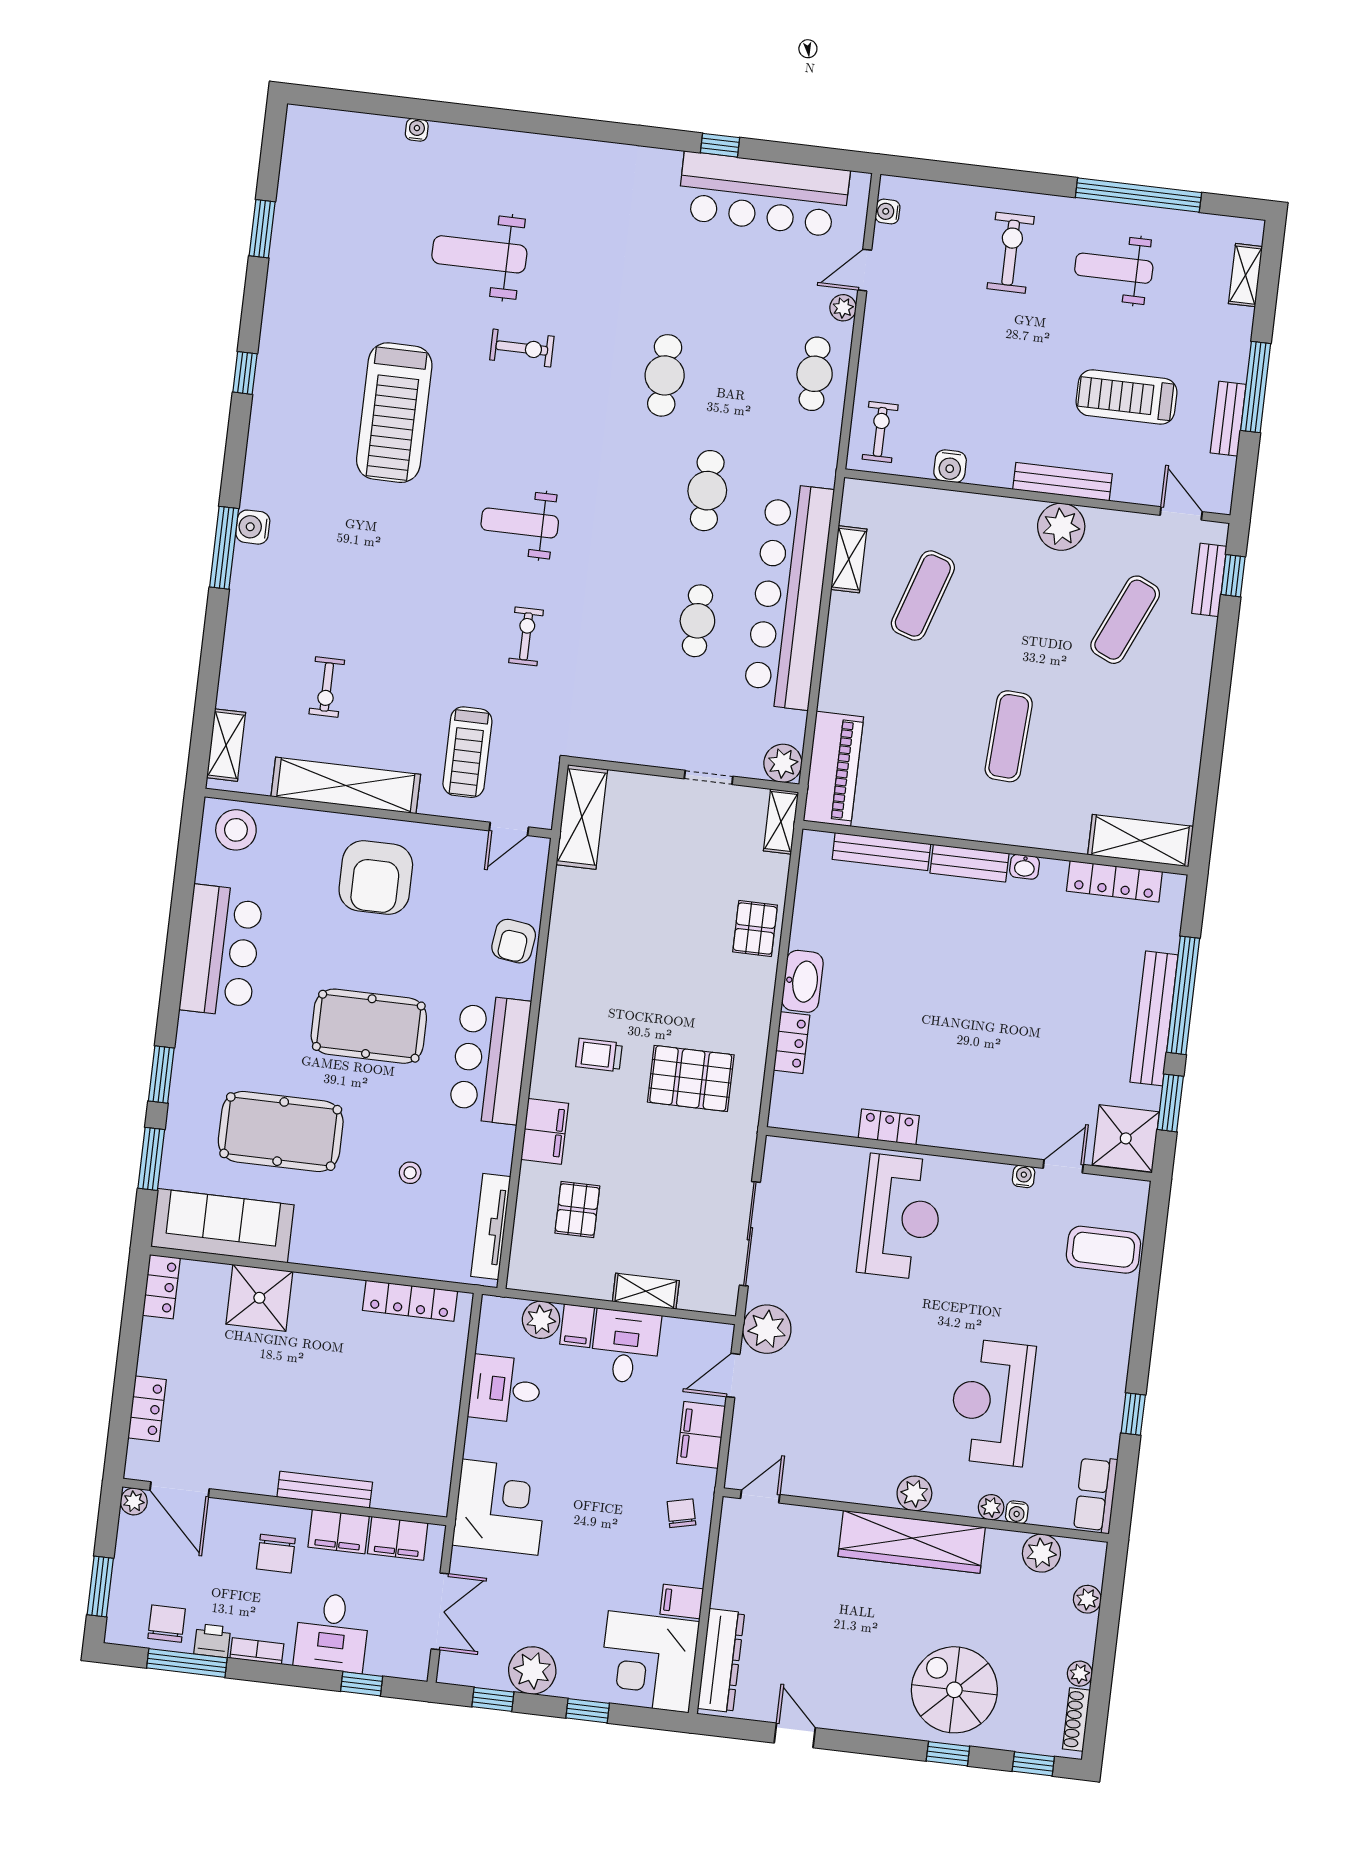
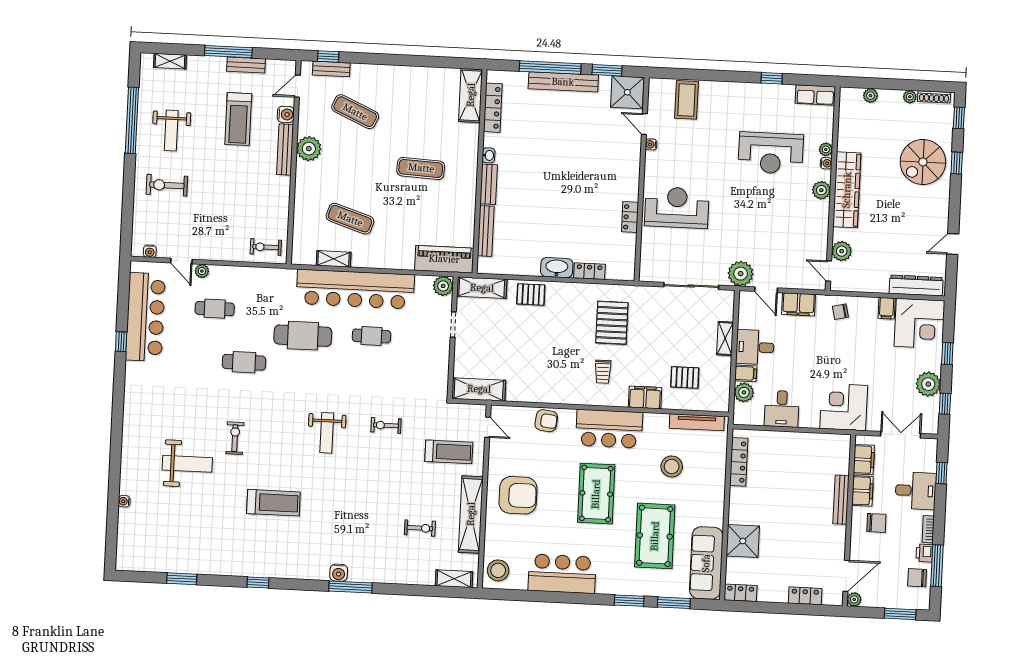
weight bench: (479, 254) -> (187, 464), turned -90
cafe table: (815, 374) -> (215, 309), moved
treadmill: (394, 413) -> (273, 503), width x0.73, depth x0.73
water cooler: (950, 466) -> (286, 114), moved
cafe table: (707, 491) -> (303, 336), width x1.37, depth x1.35
shelving: (781, 821) -> (482, 288), width x1.50, depth x1.33
stool: (410, 1173) -> (672, 466), width x1.89, depth x1.89
water cooler: (1017, 1512) -> (826, 163), moved
plant: (1041, 1553) -> (842, 251), moved

